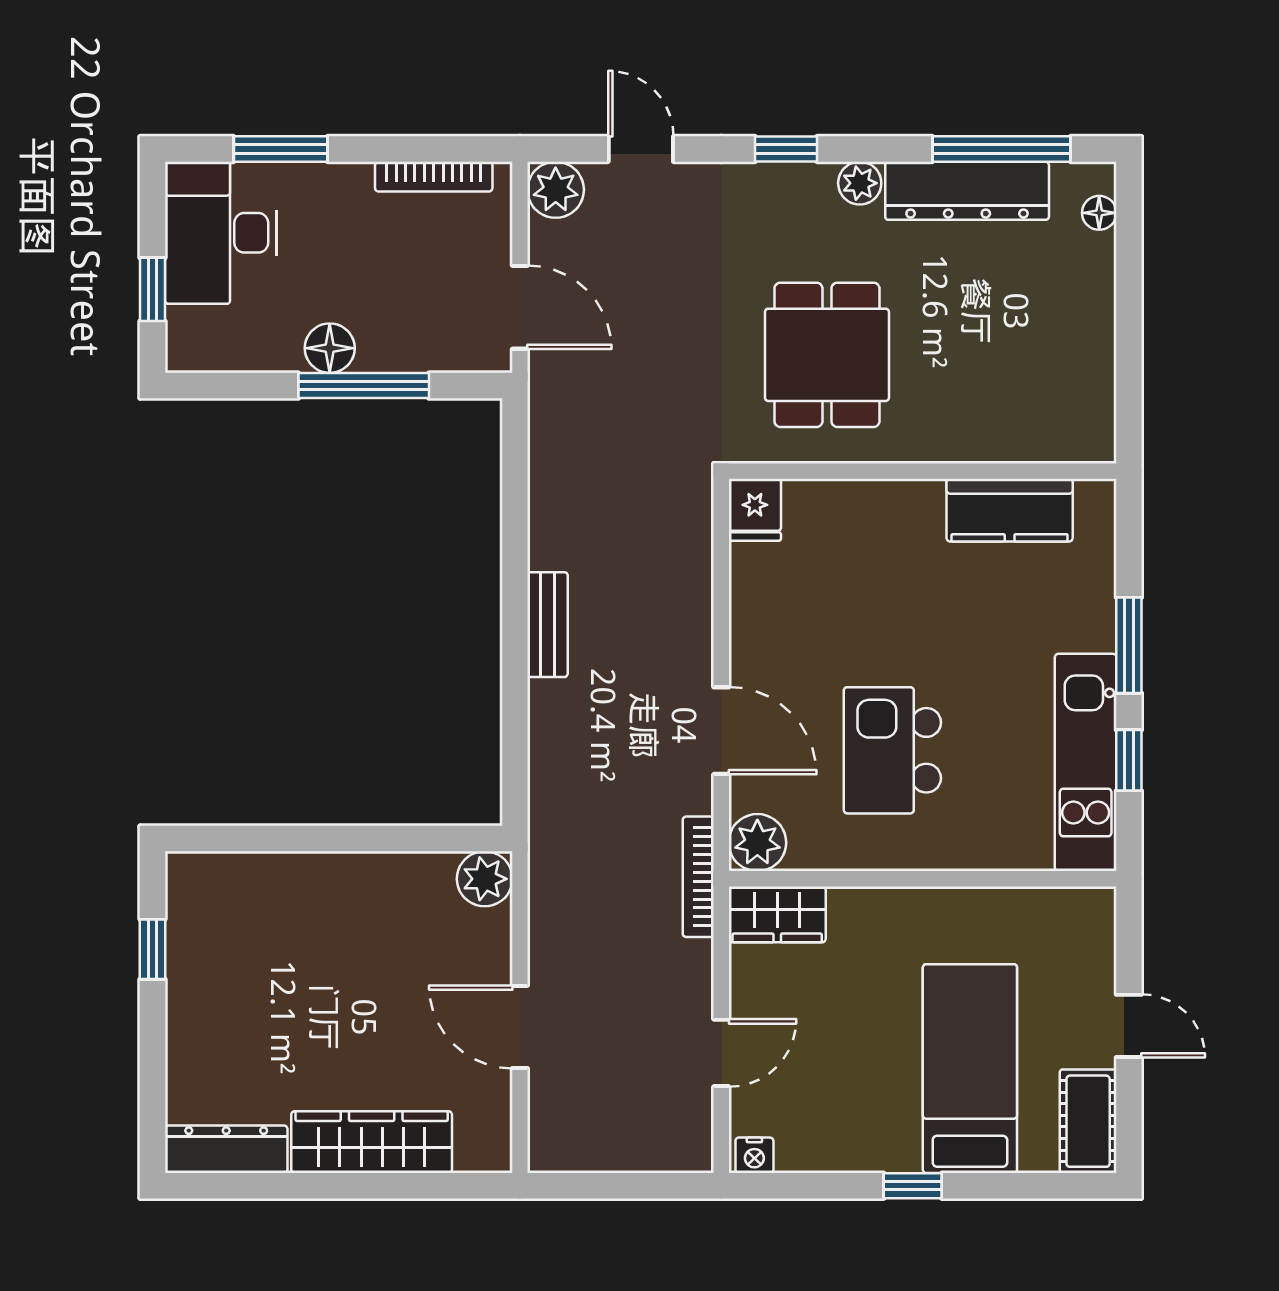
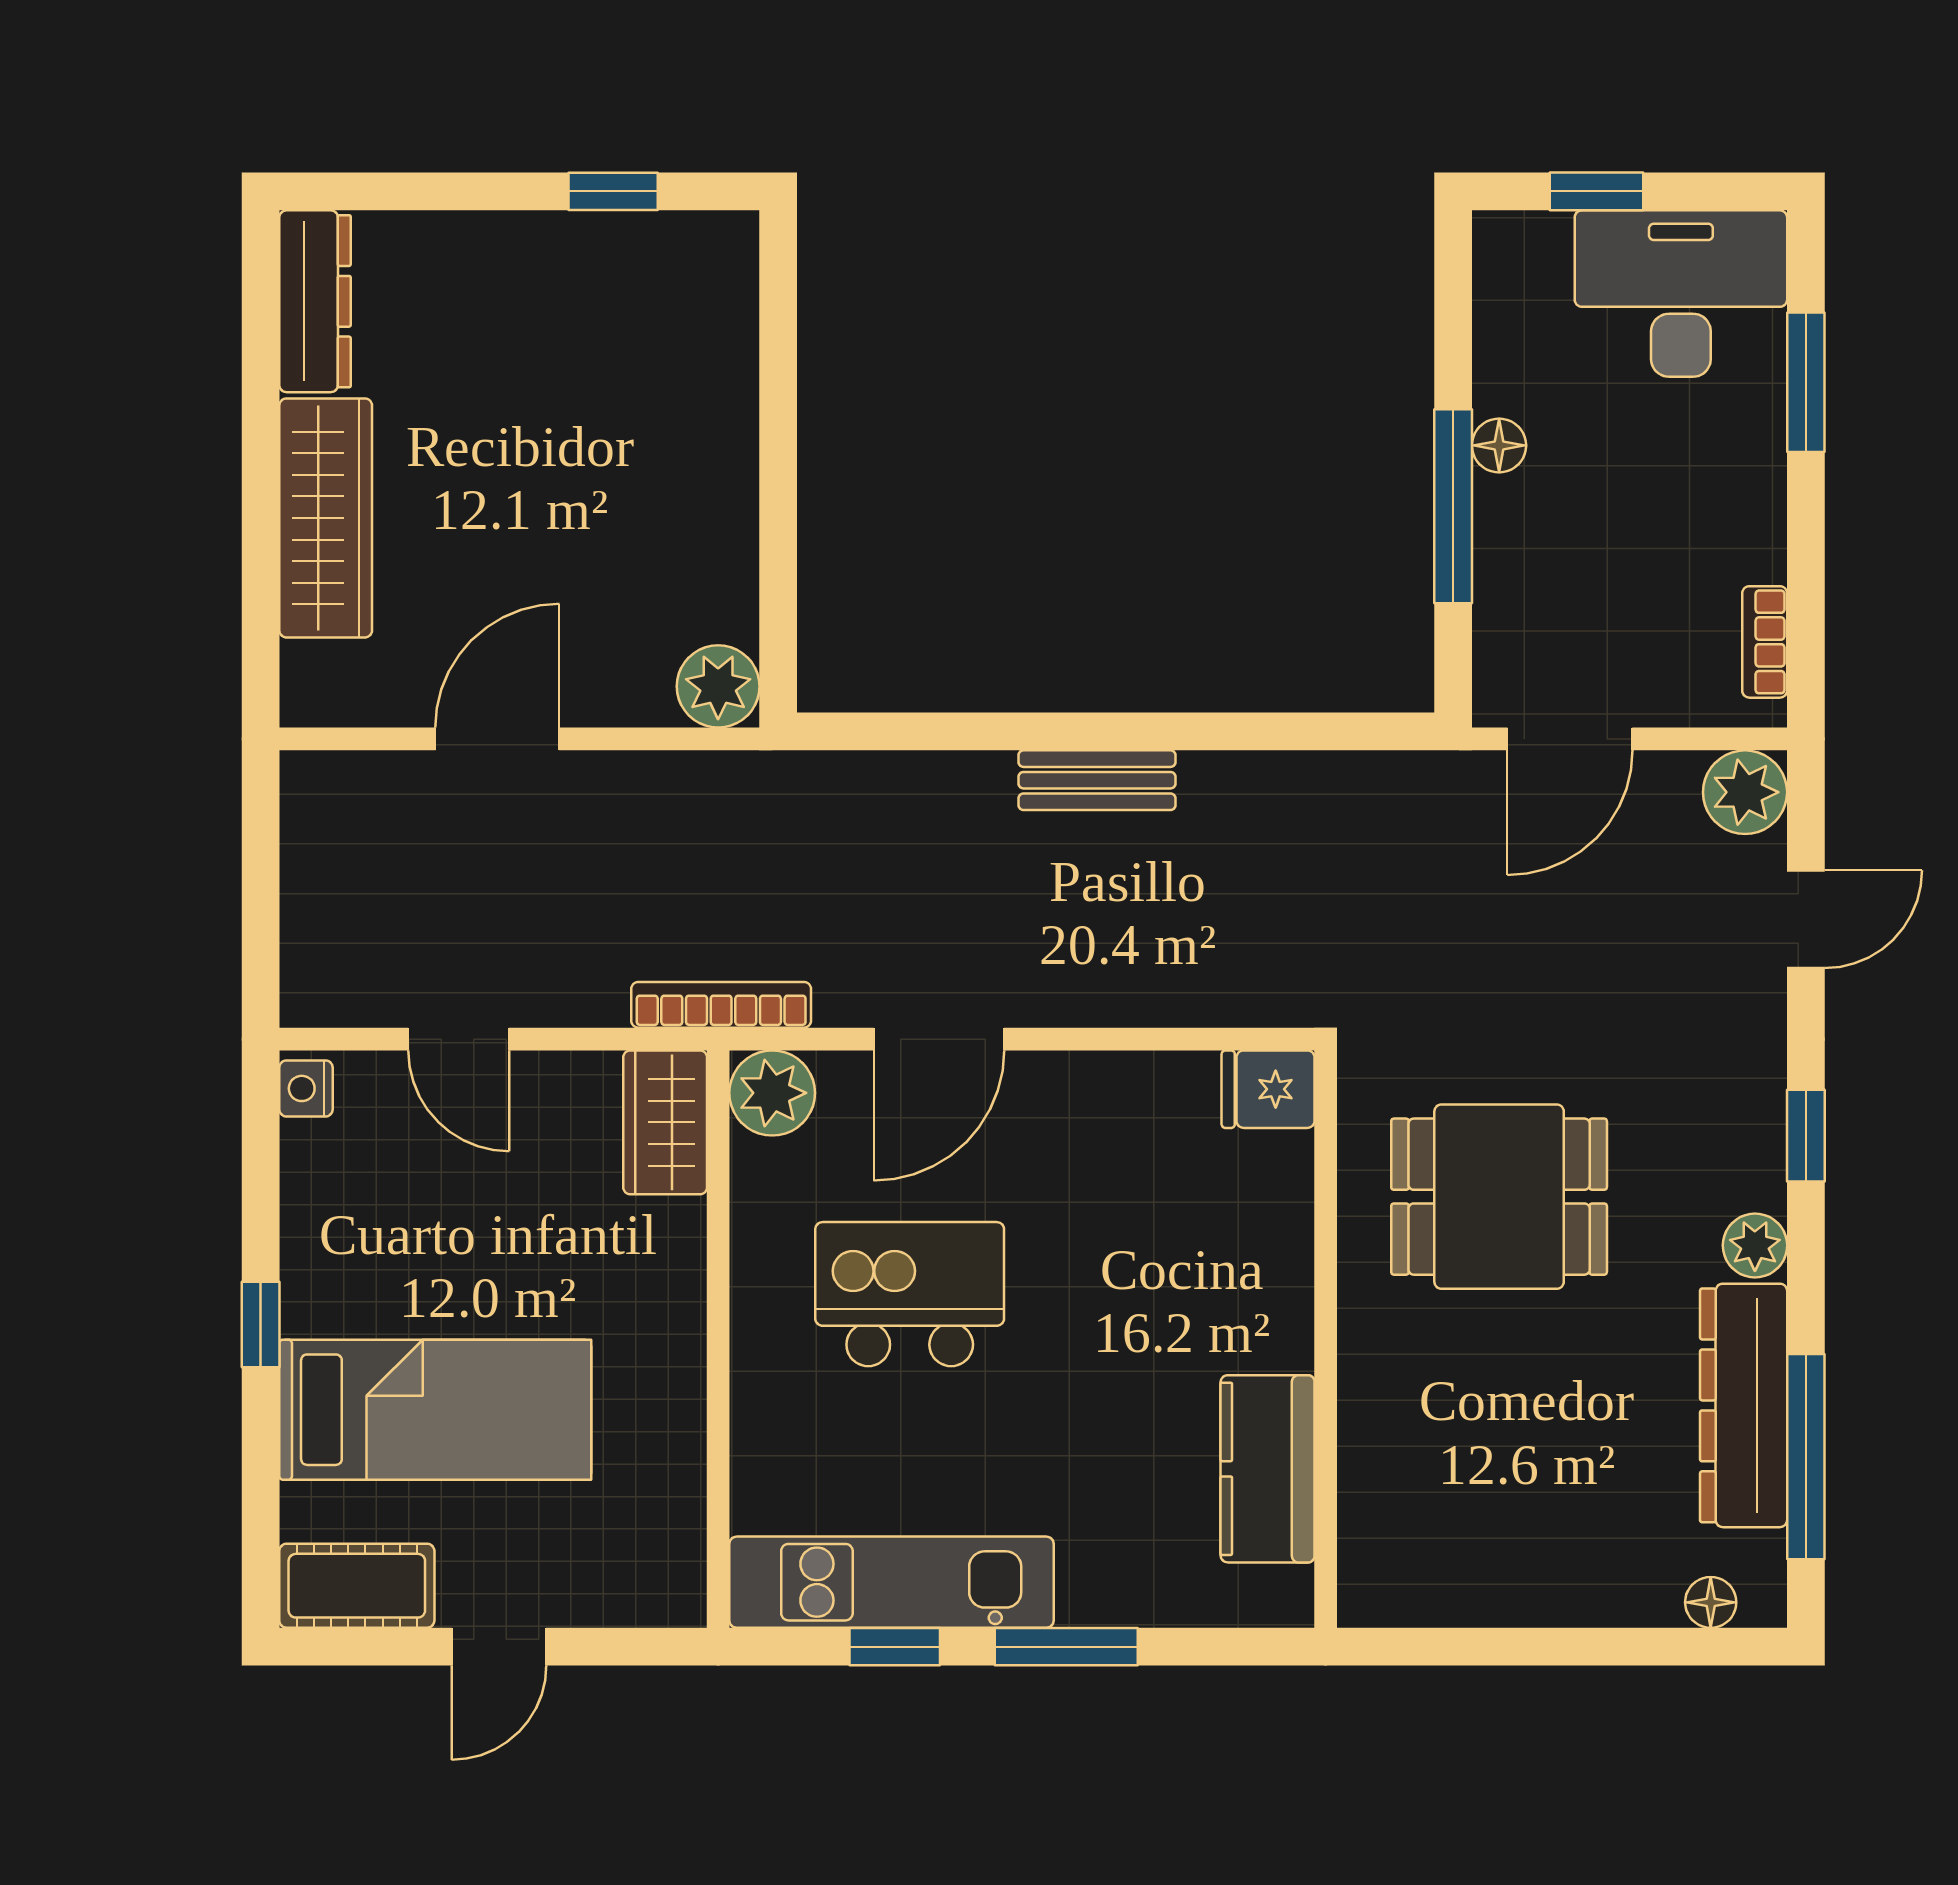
bookcase: (434, 177) -> (1765, 642), width x0.64
floor lamp: (330, 348) -> (1499, 445), width x0.73, depth x0.73

